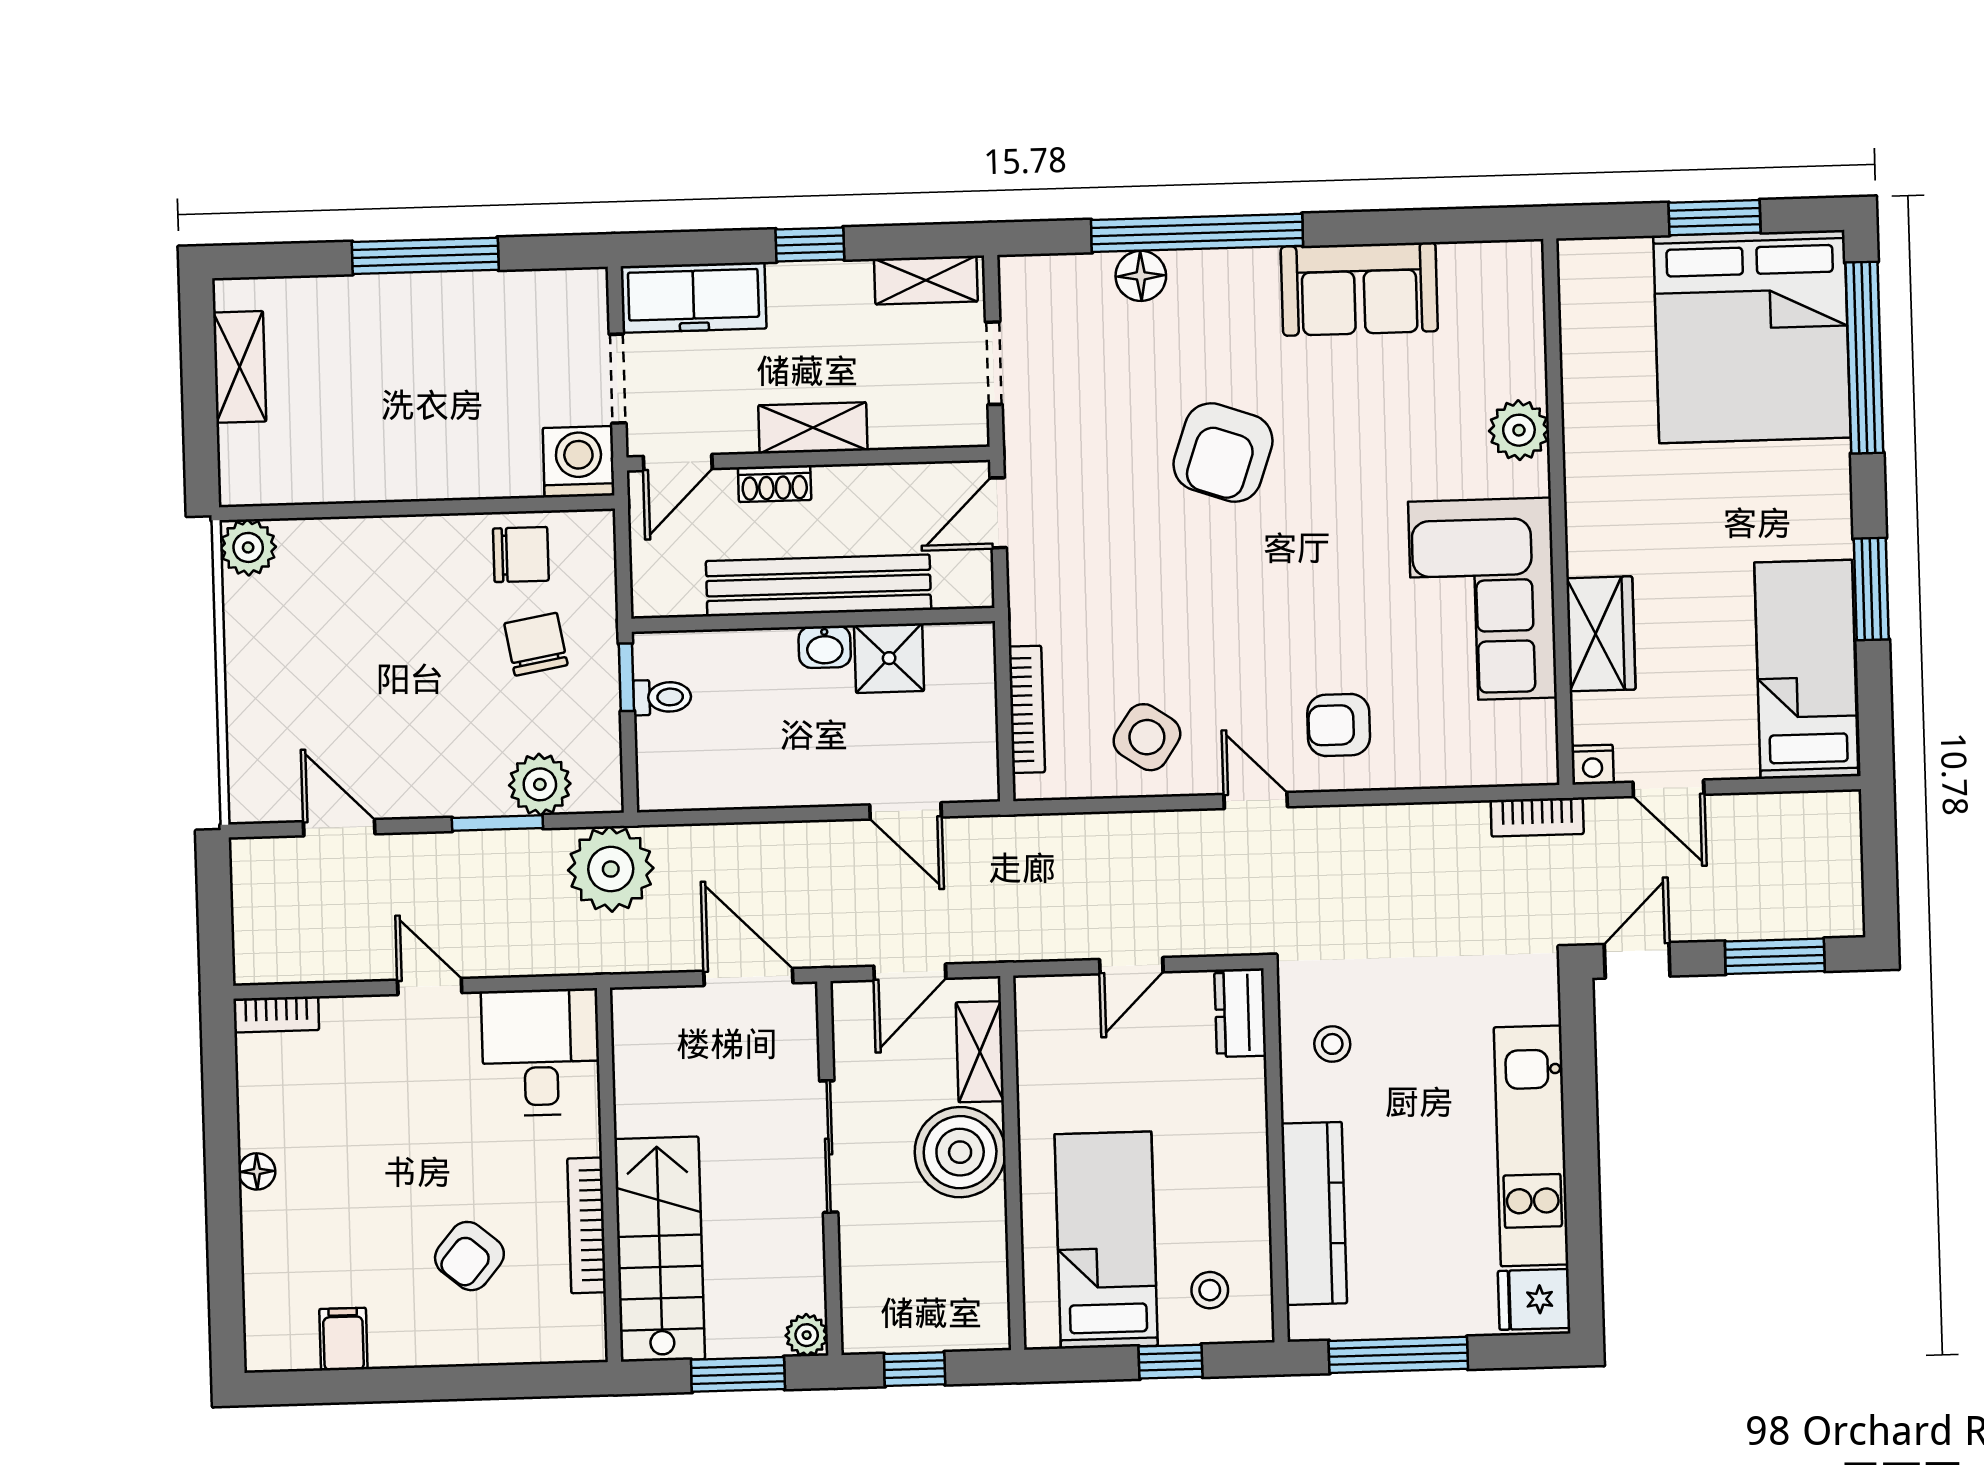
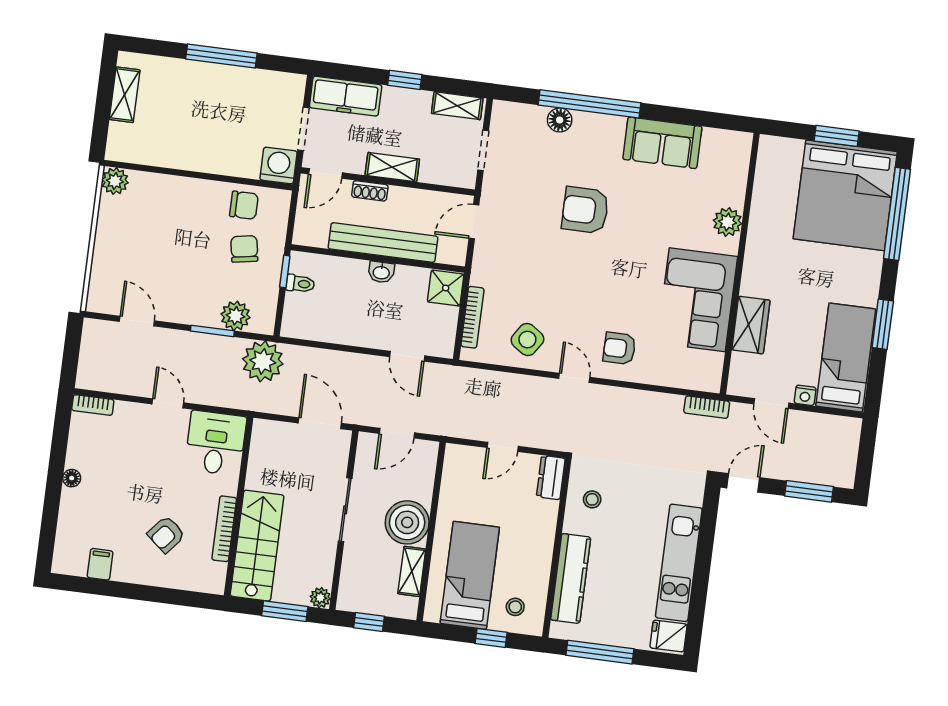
armchair: (1223, 452) -> (585, 210), turned 71
shower: (889, 658) -> (446, 288), moved
nightstand: (1592, 765) -> (805, 395), moved
shelving: (980, 1052) -> (412, 571), moved

